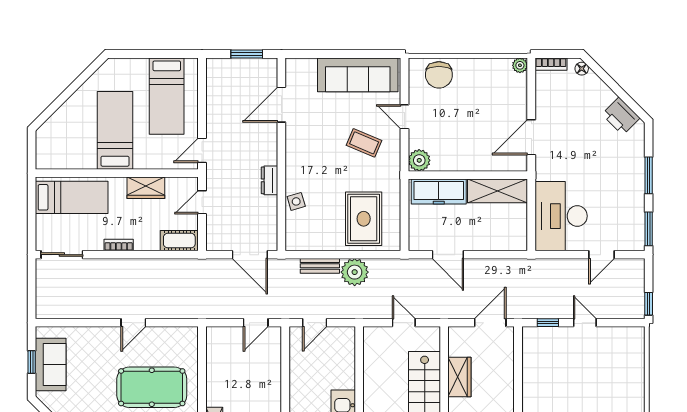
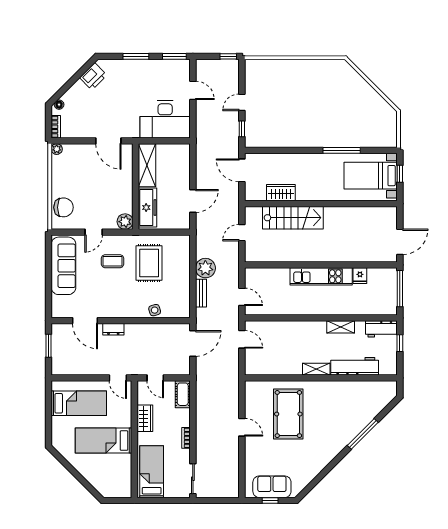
coffee table: (364, 143) -> (113, 261), turned 67
dresser: (269, 180) -> (113, 329), moved
rug: (364, 219) -> (149, 263), moved, turned 90

